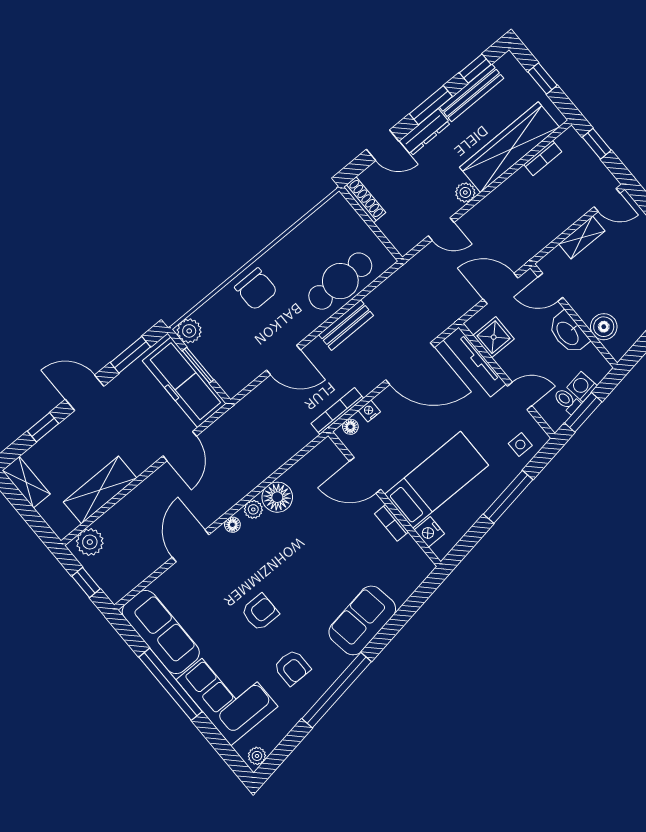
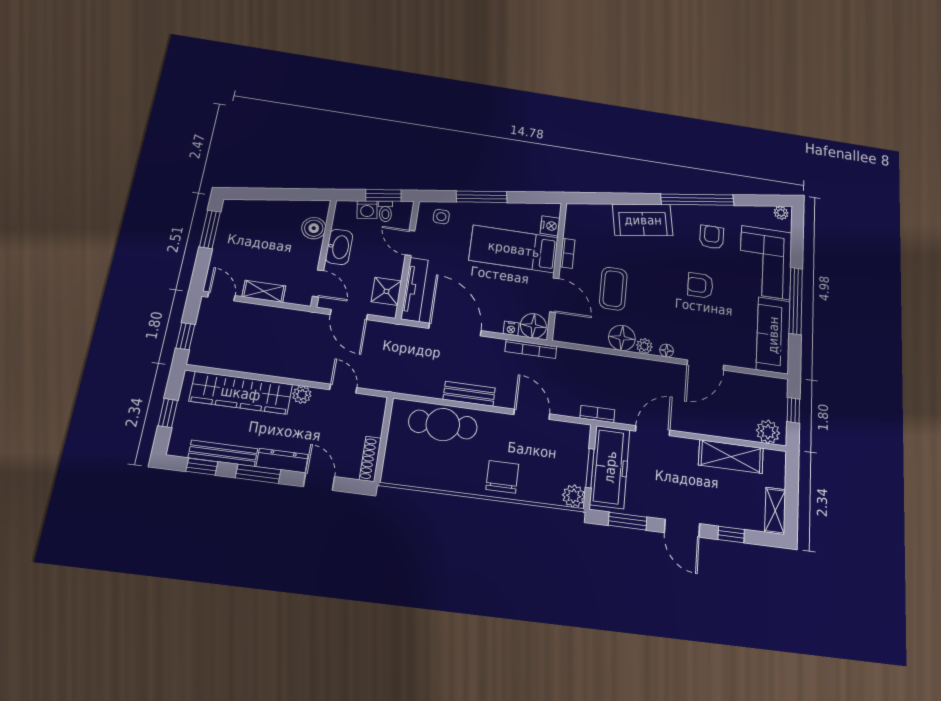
bookcase: (543, 158) -> (597, 414), moved
floor lamp: (350, 427) -> (533, 326), width x1.89, depth x1.89
coffee table: (325, 532) -> (613, 289), added

